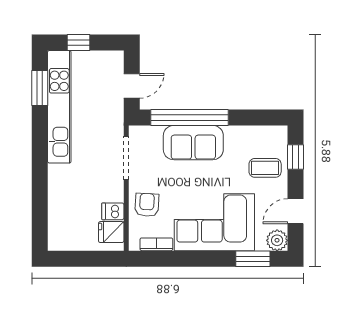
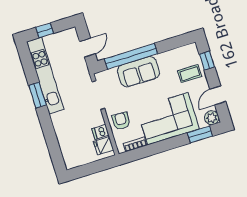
window: (40, 88) -> (37, 95), moved

